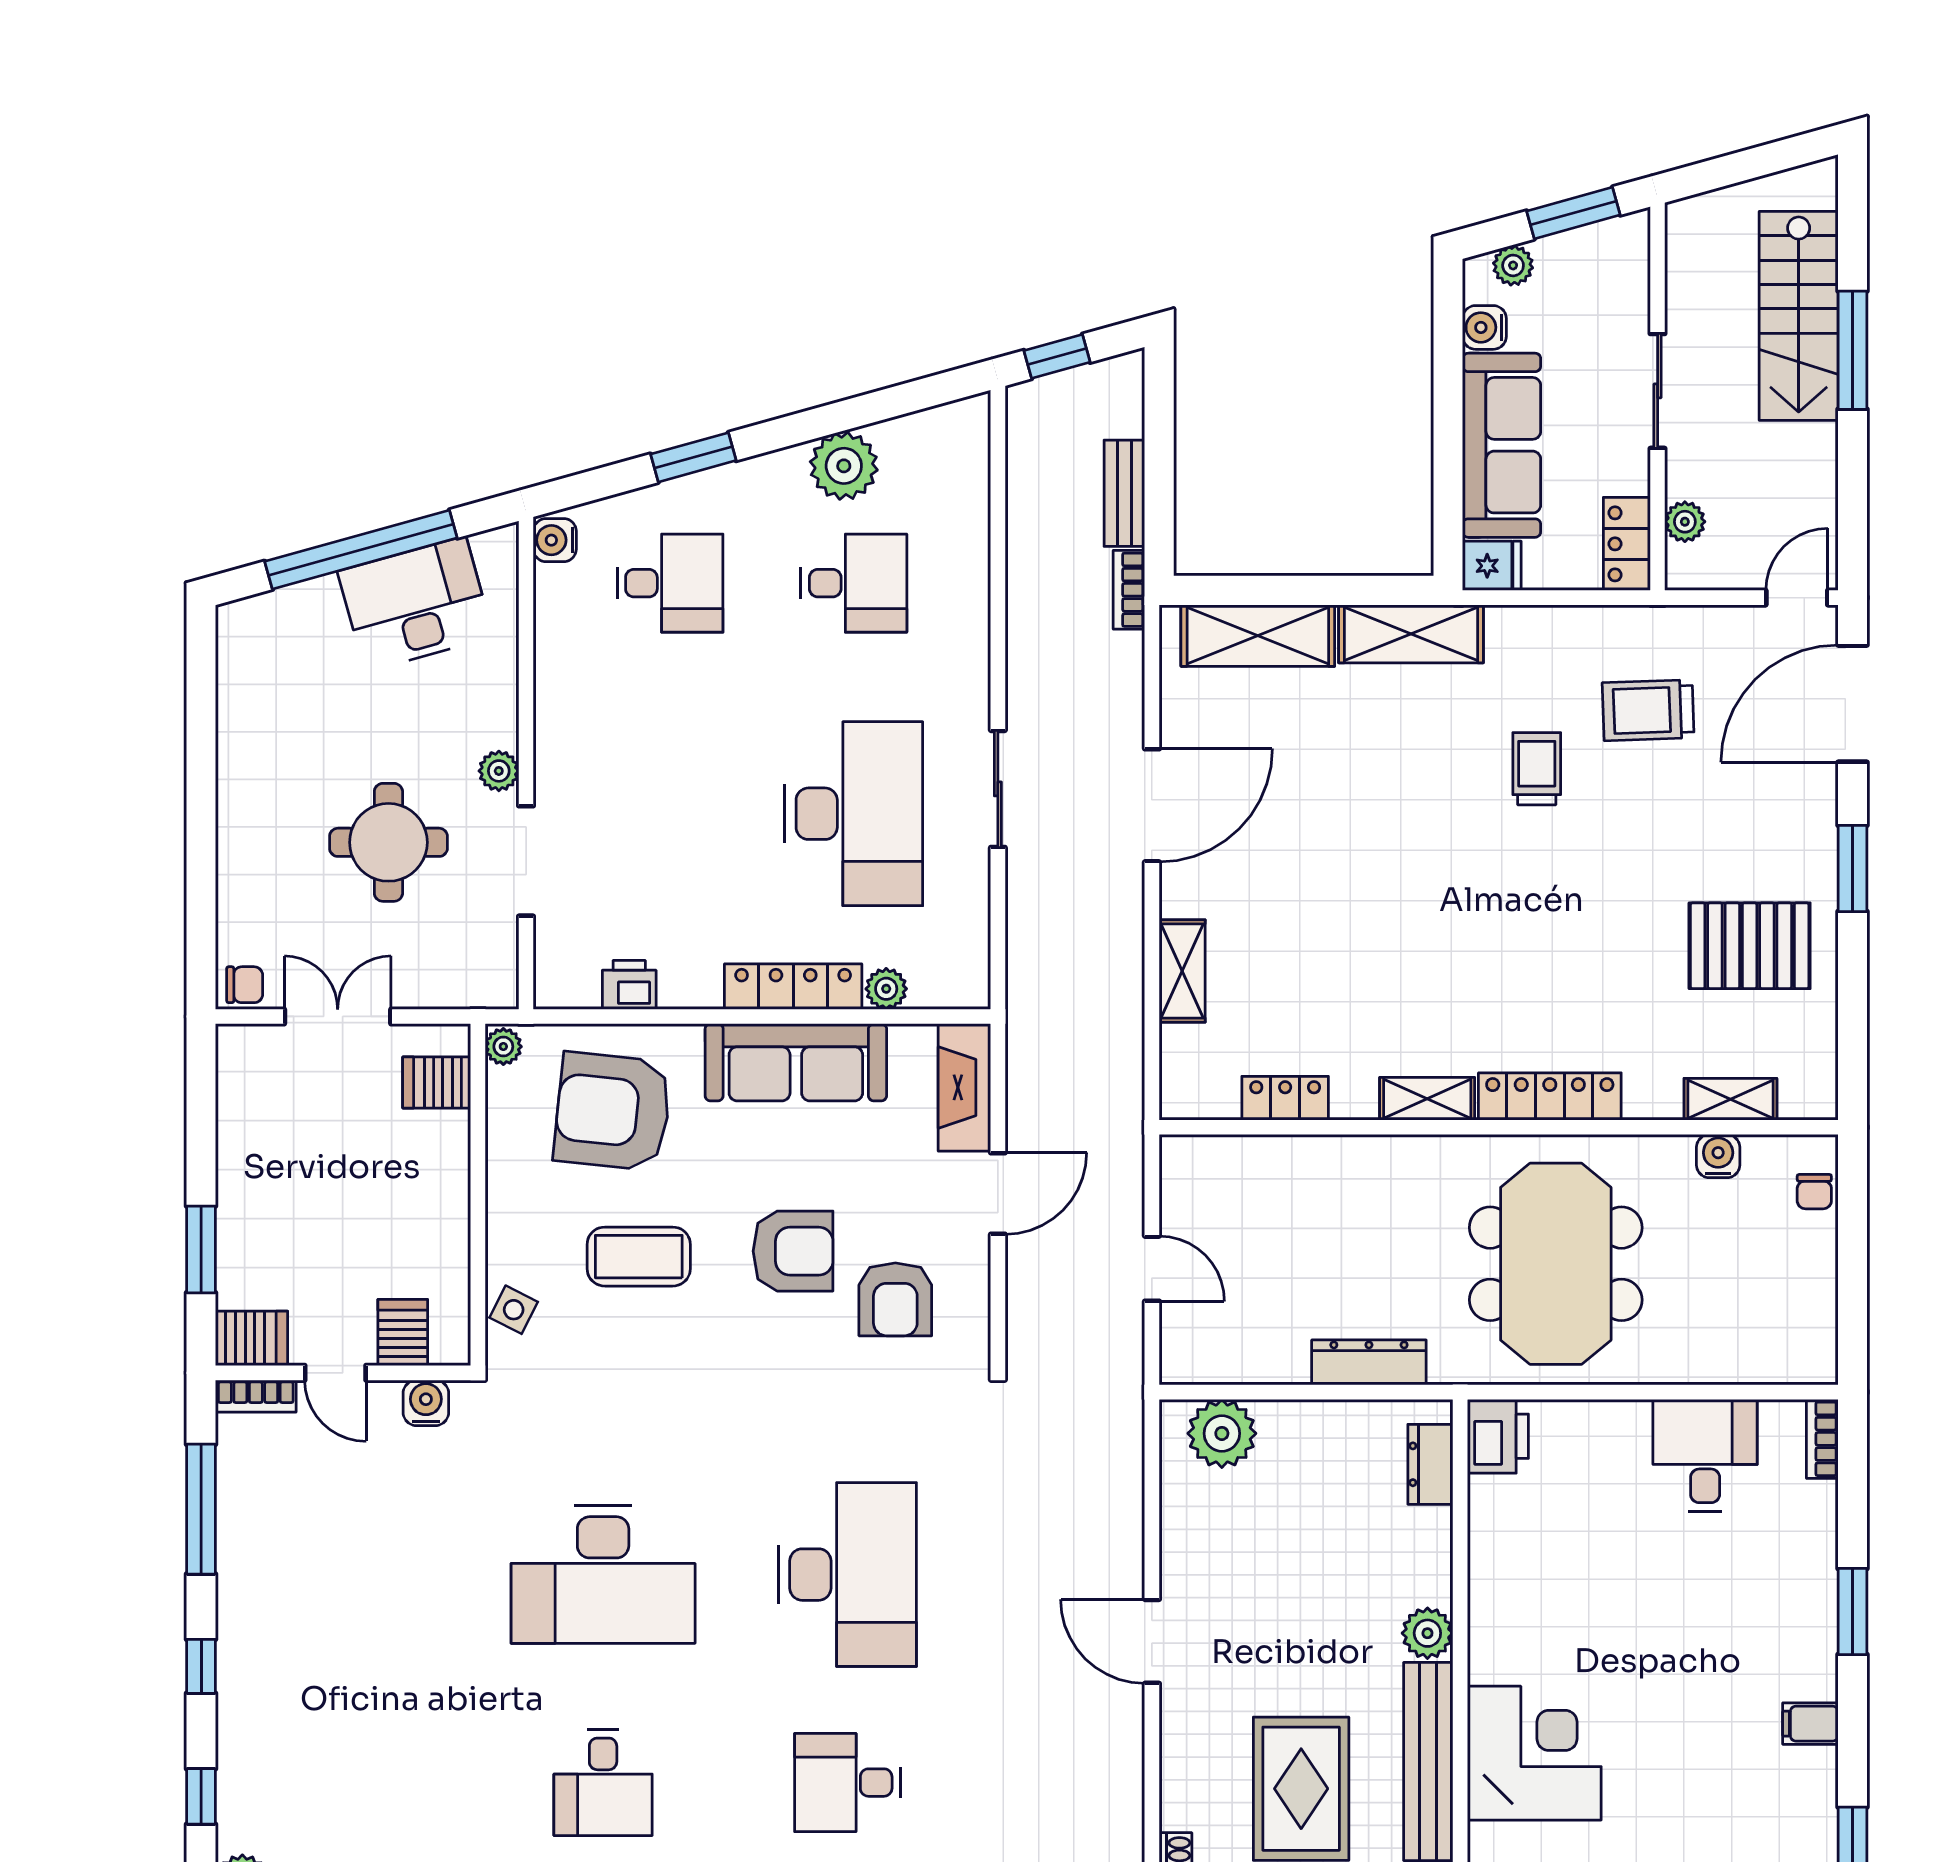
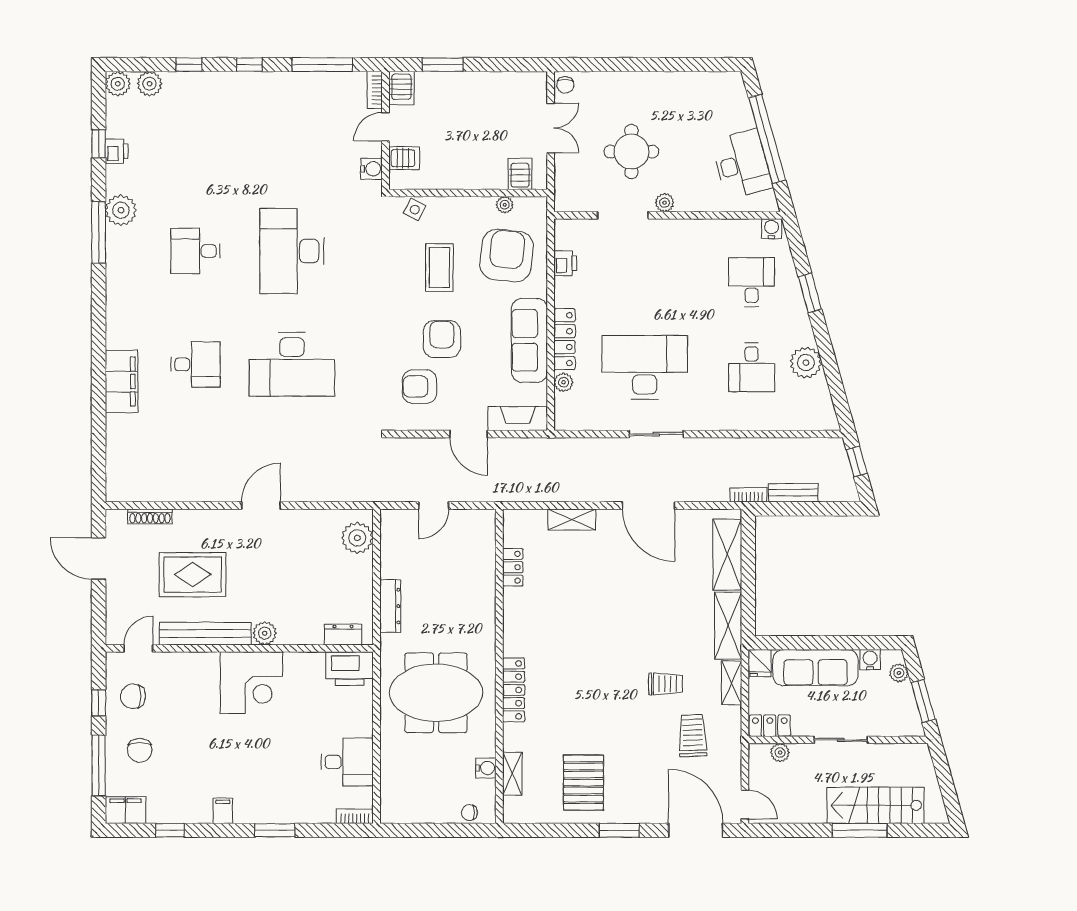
desk: (670, 583) -> (752, 282), turned 180
desk: (854, 814) -> (645, 367), turned 180
plant: (503, 1047) -> (505, 205), moved
shelving: (1427, 1099) -> (732, 683), moved
armchair: (793, 1251) -> (442, 339), turned 180
printer: (1498, 1436) -> (350, 669), width x1.37, depth x1.19
corner desk: (1534, 1753) -> (251, 683), moved
desk: (848, 1783) -> (195, 364), turned 90

